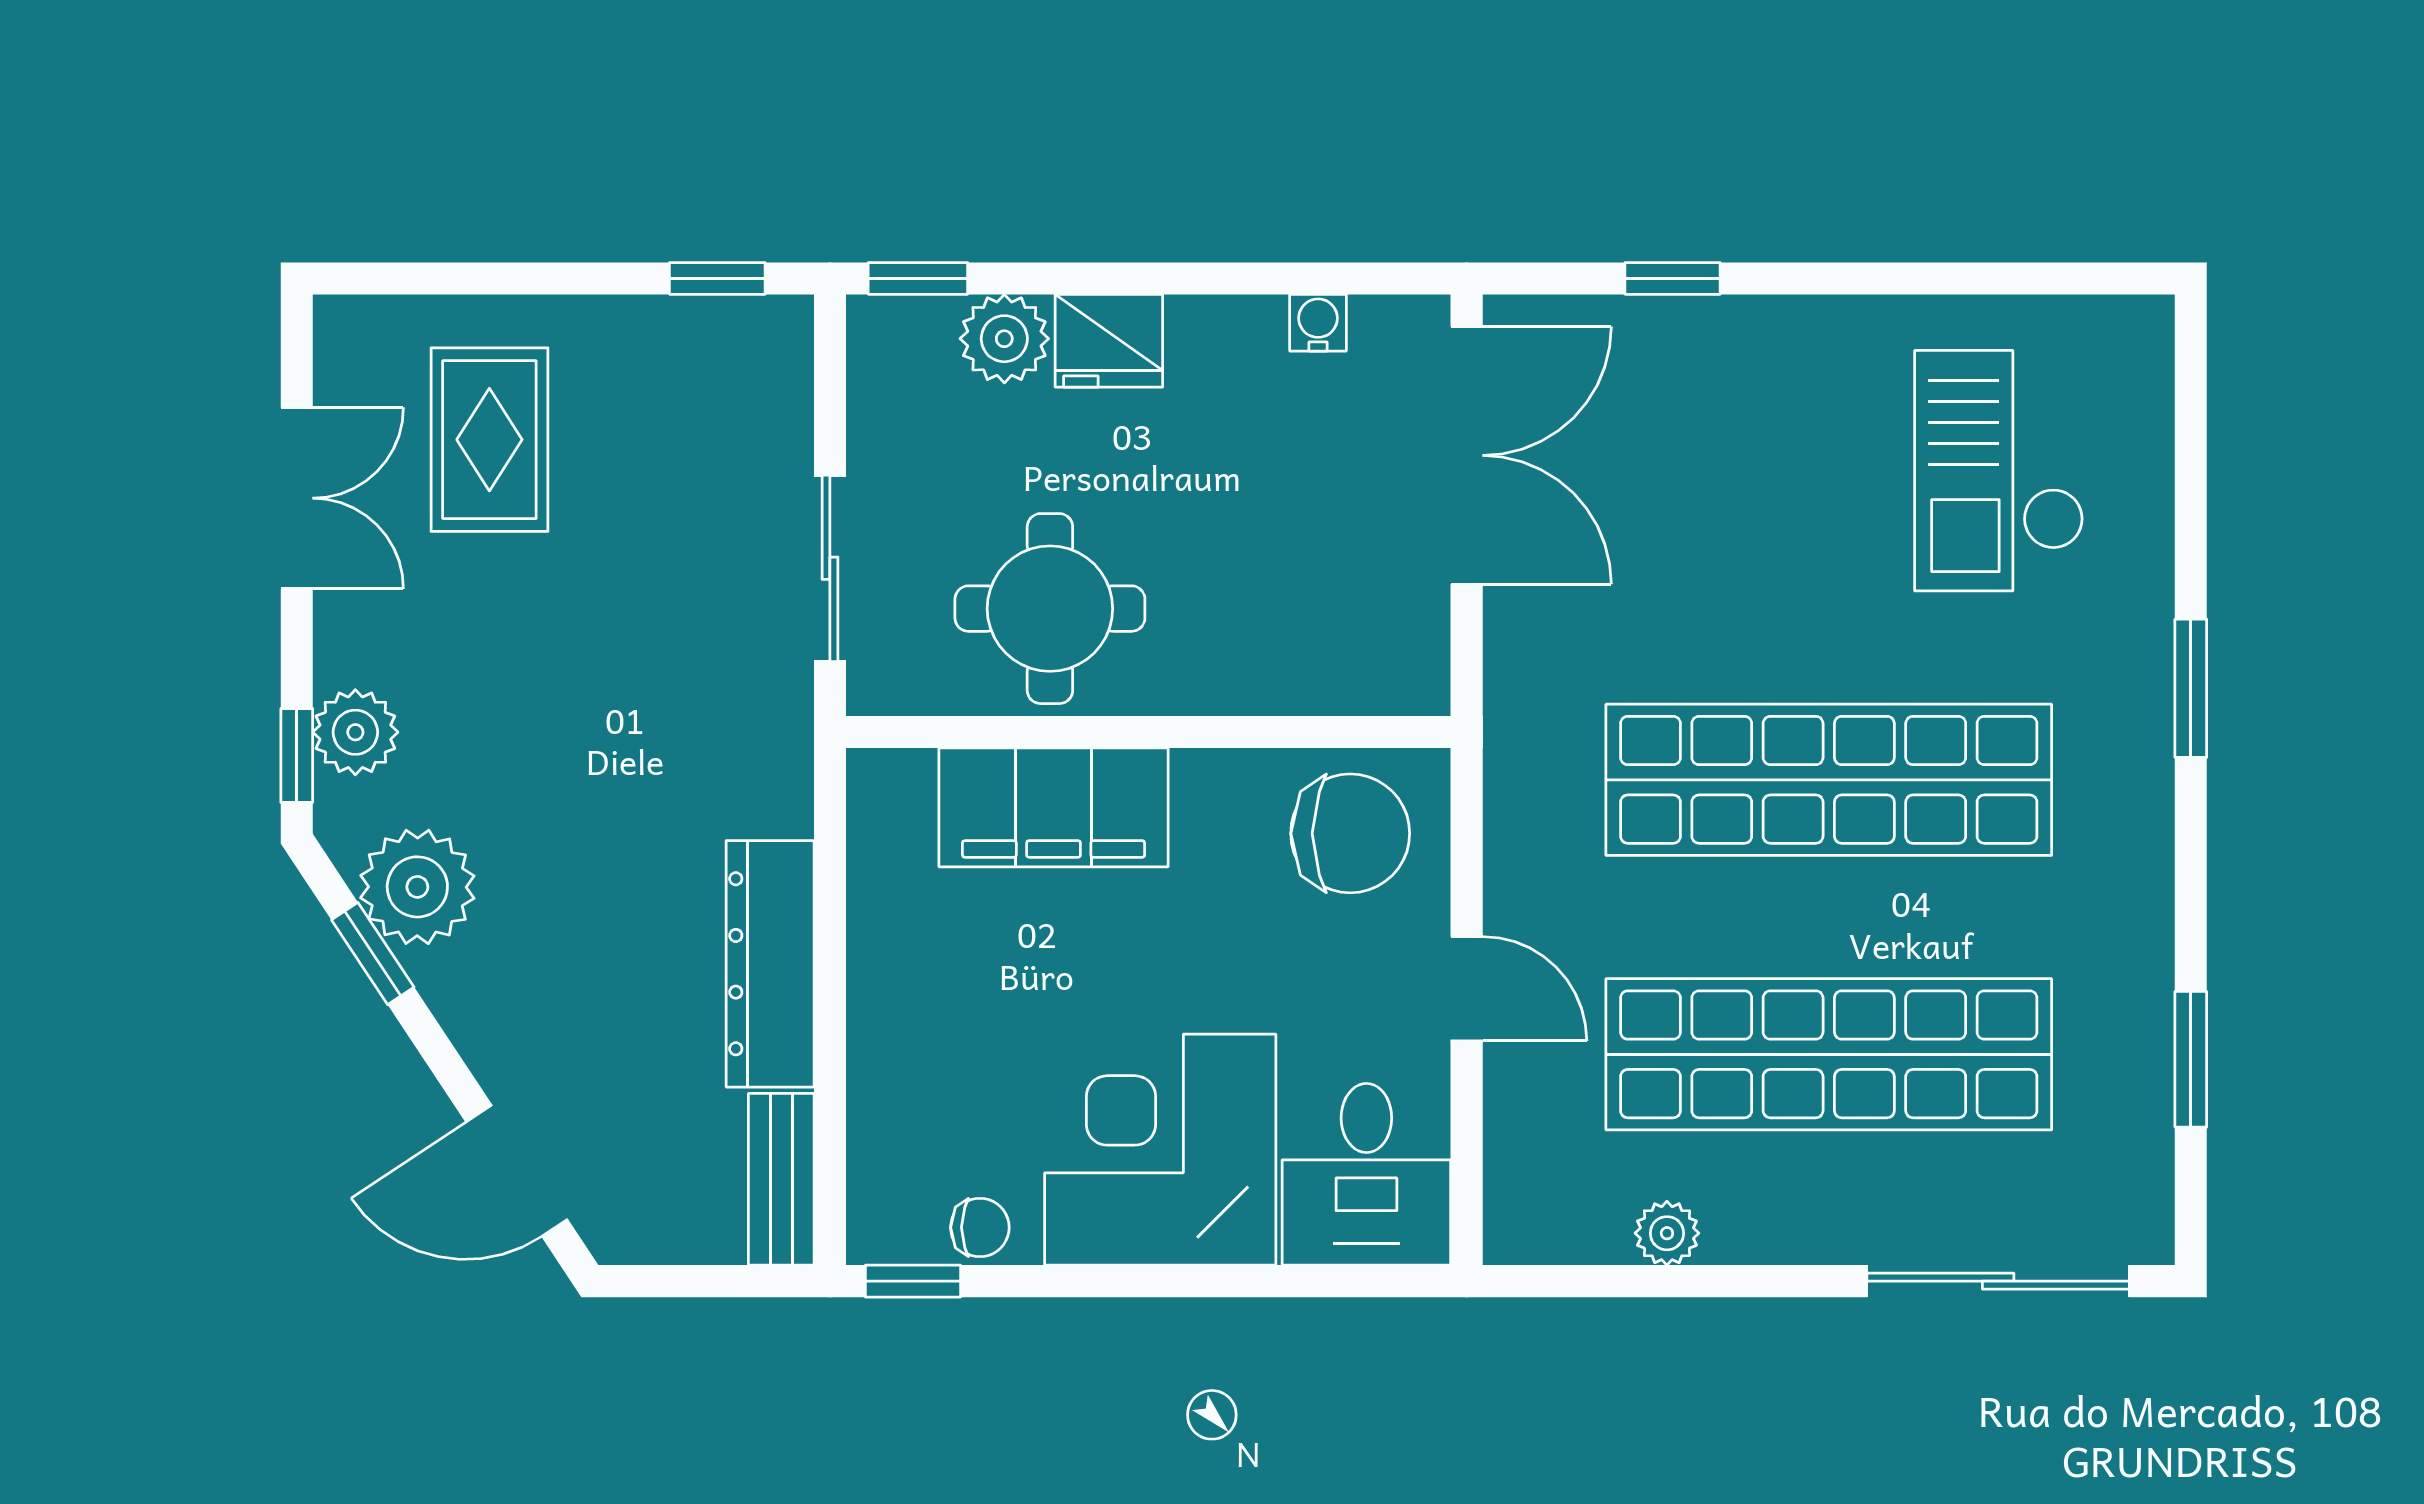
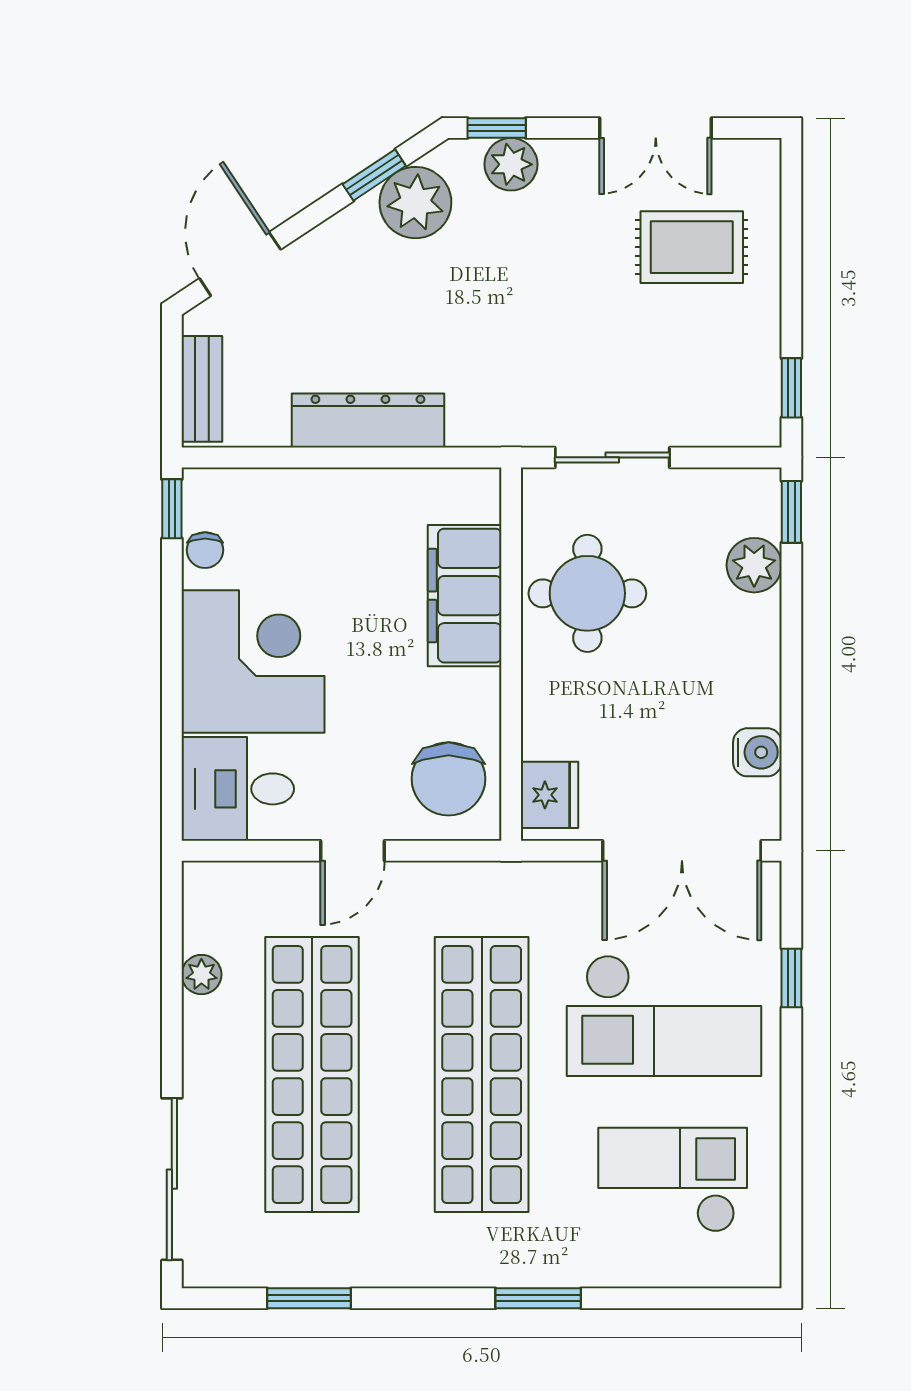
water cooler: (1318, 323) -> (757, 752), width x1.38, depth x1.38
fridge: (1109, 341) -> (550, 795), moved, turned 180
checkout: (1733, 485) -> (664, 1016), added
bench: (781, 1179) -> (202, 389), moved, turned 90

